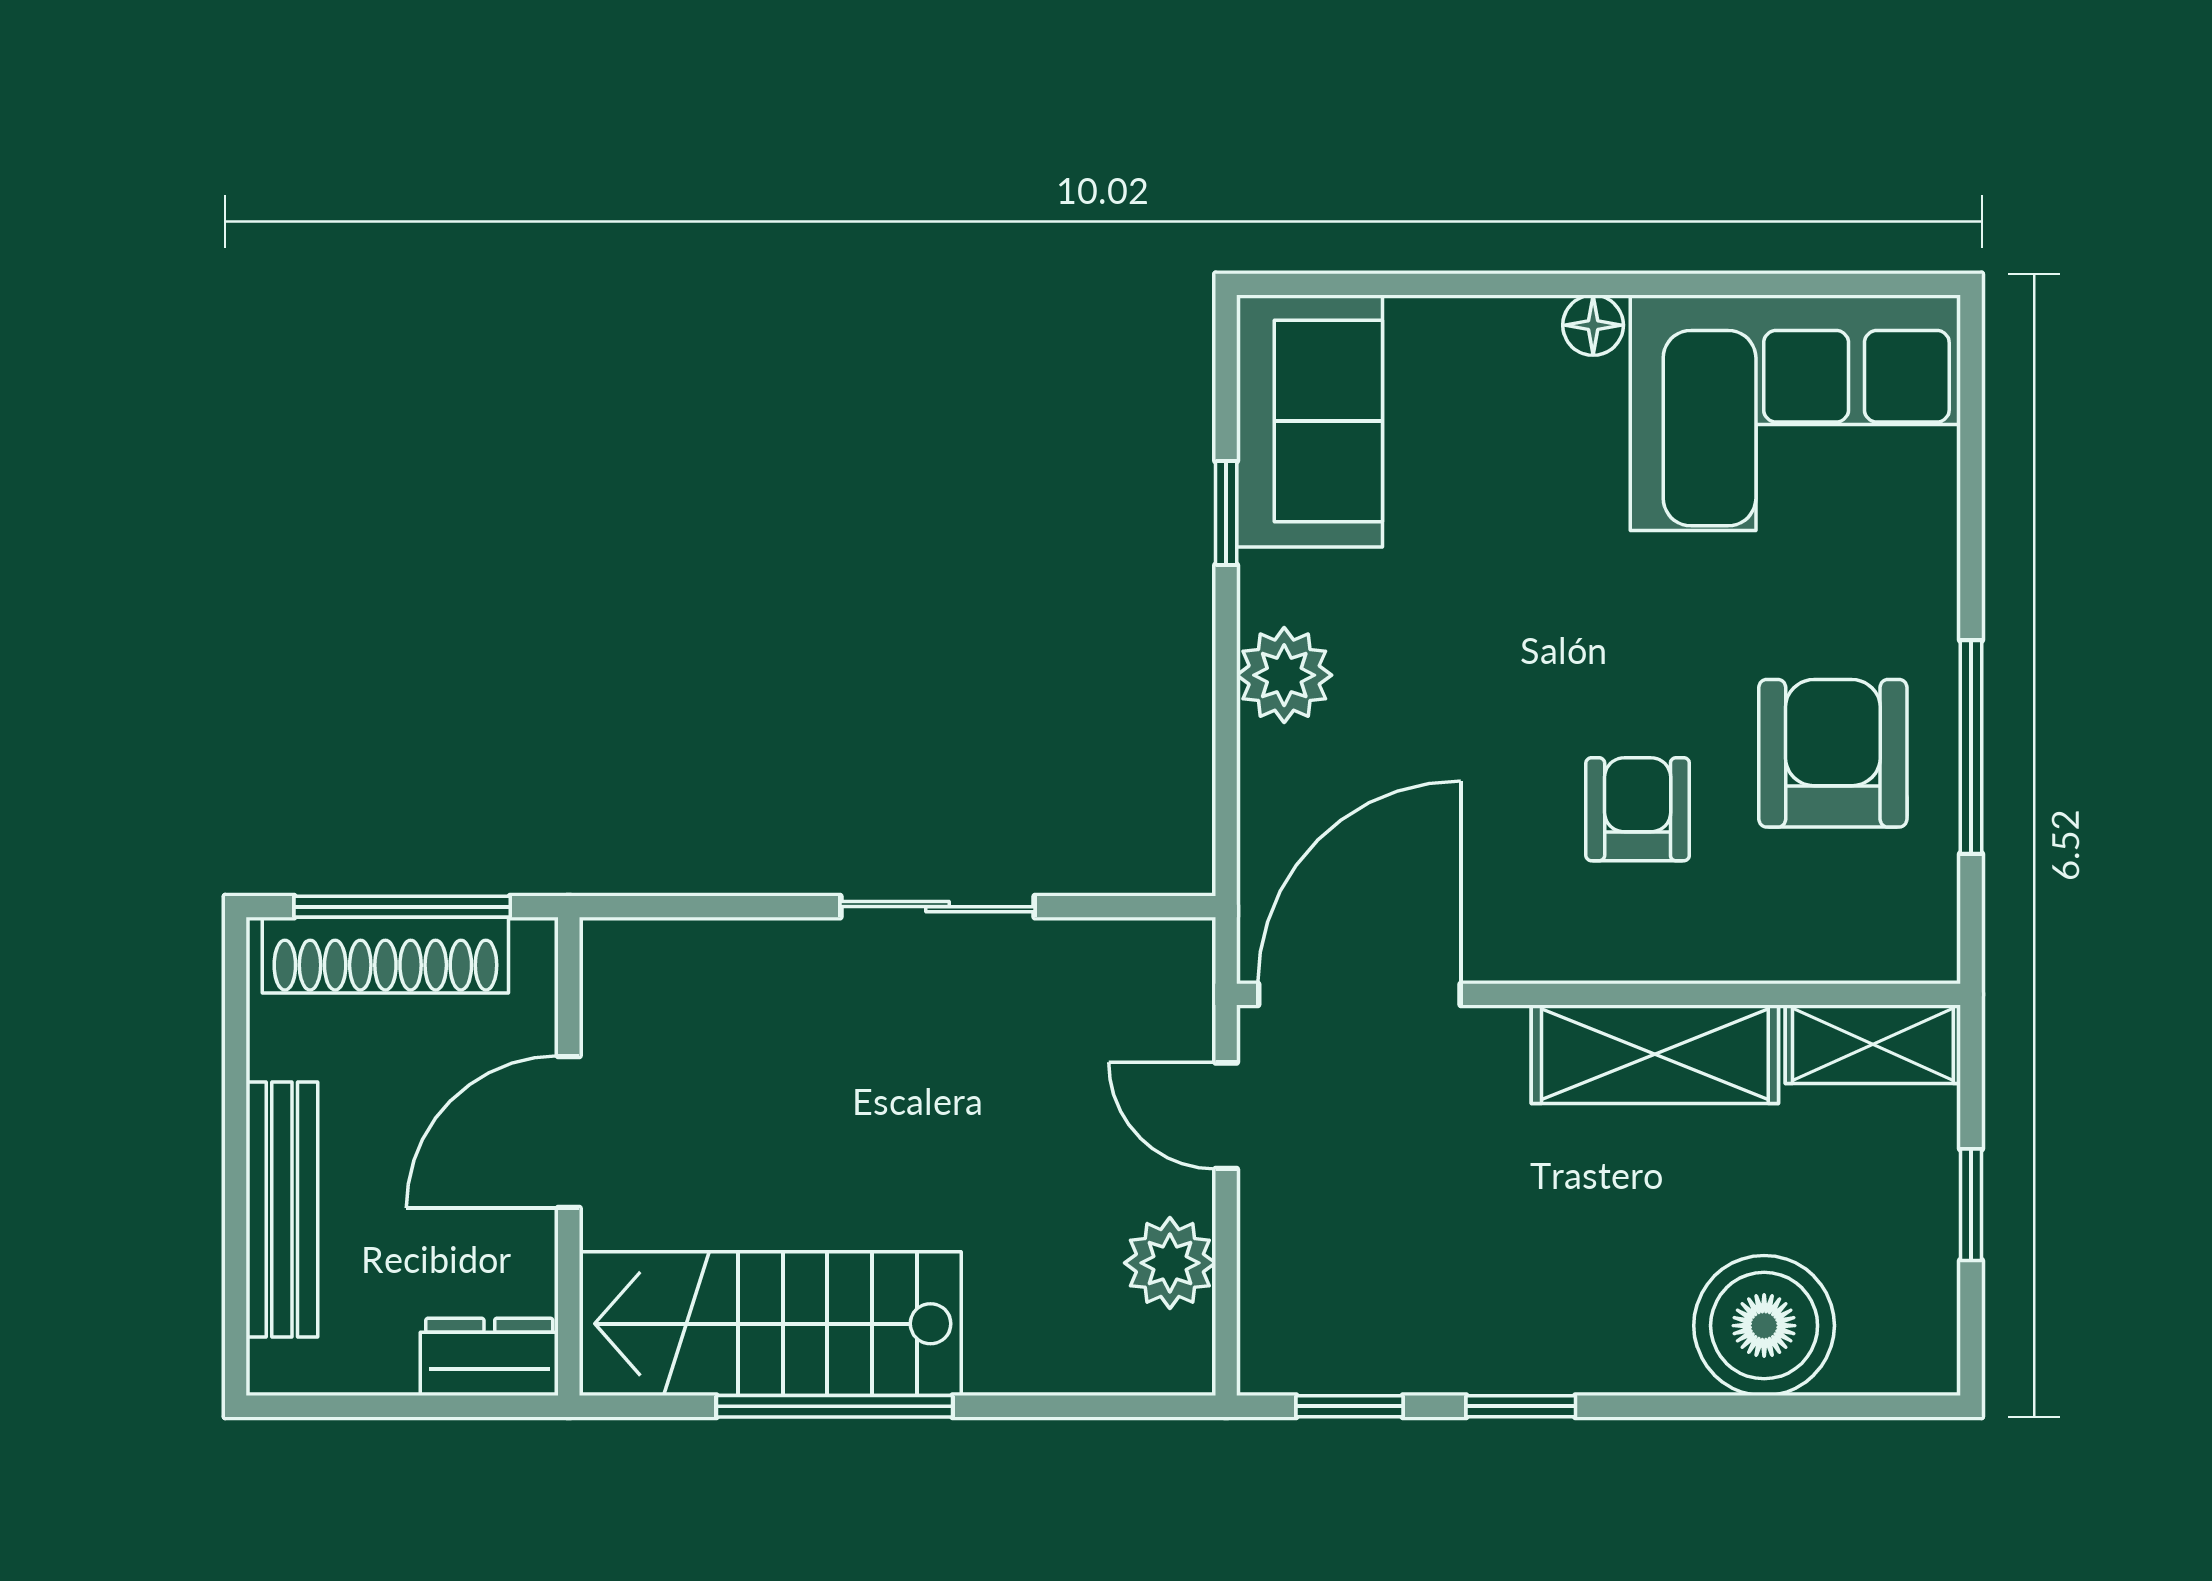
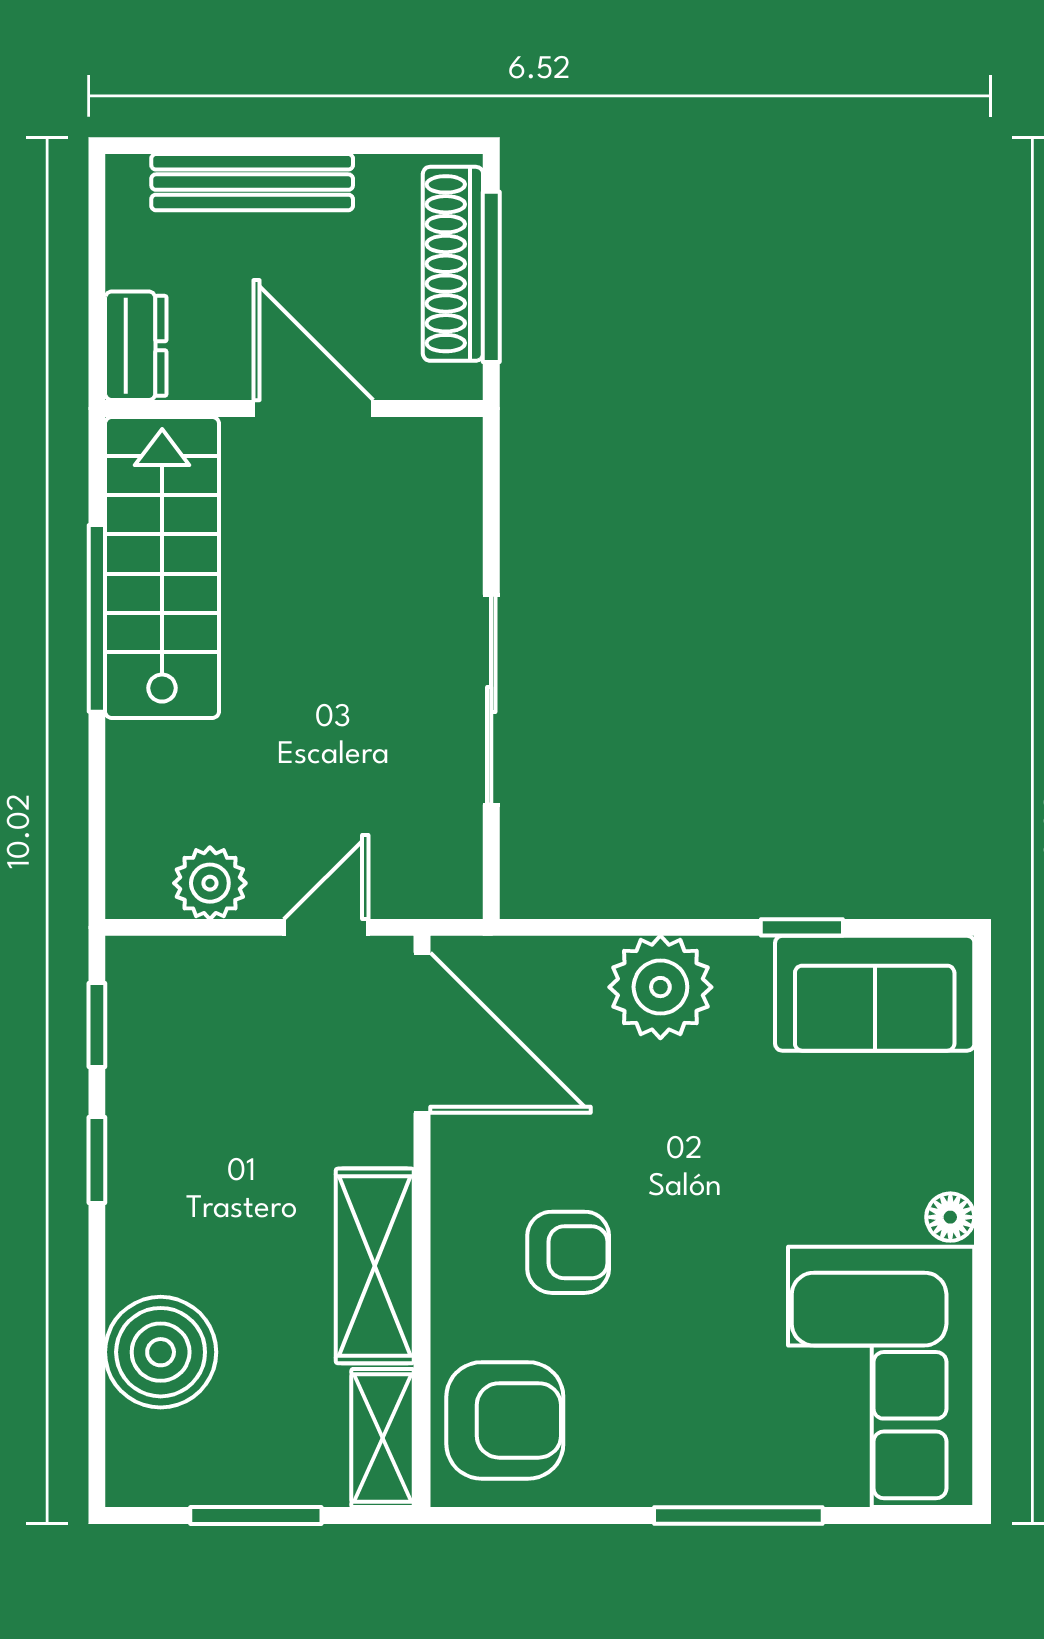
plant: (1284, 675) -> (660, 987), width x1.36, depth x1.36
window: (1971, 747) -> (738, 1516), moved
armchair: (1833, 753) -> (505, 1420), moved
sliding door: (937, 907) -> (491, 700), width x1.37
window: (1971, 1205) -> (256, 1516), width x1.50

